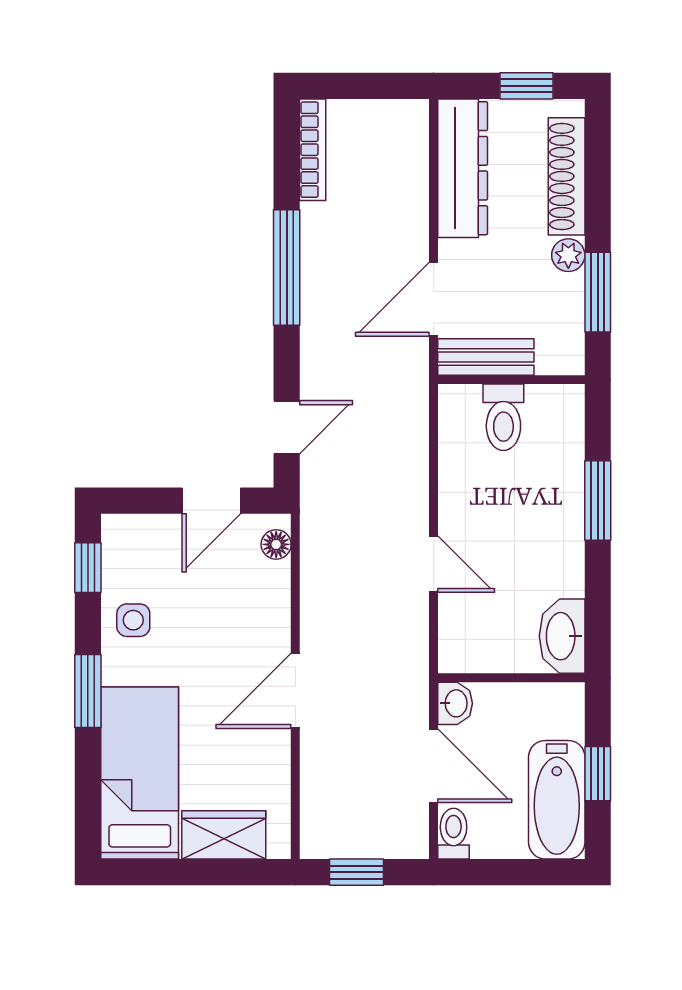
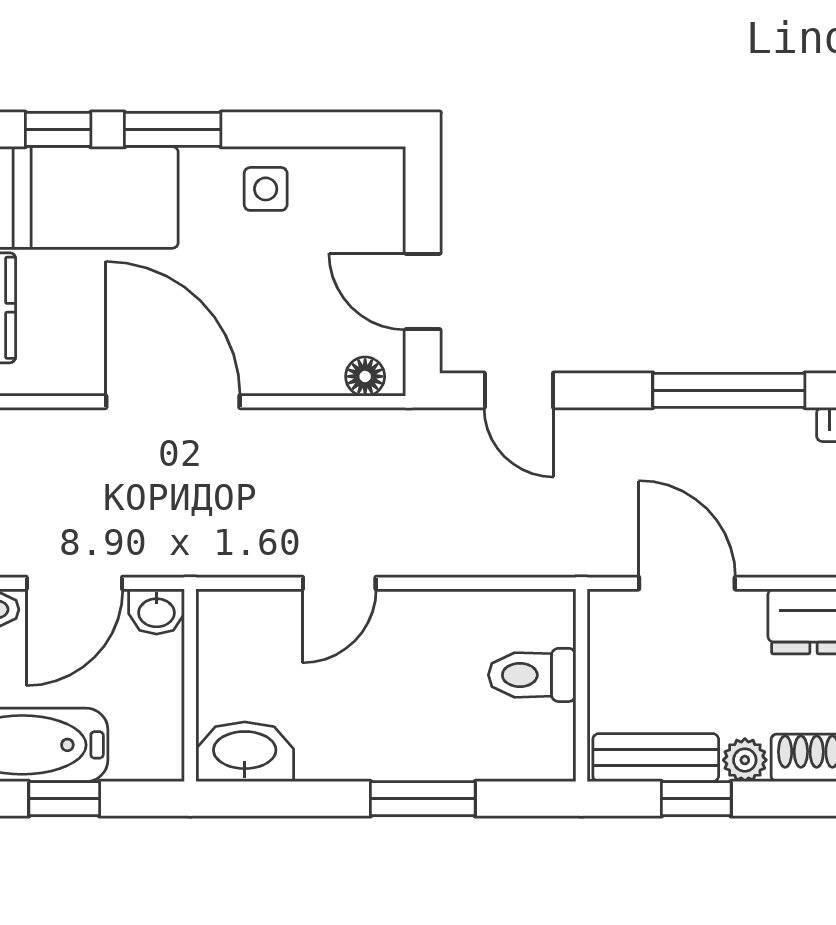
window: (598, 292) -> (696, 799), width x0.67
bench: (486, 357) -> (656, 758), moved, turned 90
window: (88, 568) -> (58, 129), moved
door: (295, 691) -> (173, 402), width x1.36

